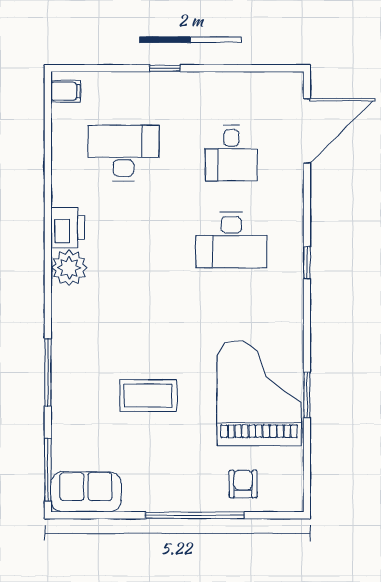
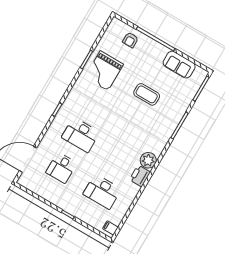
desk: (231, 153) -> (61, 168), turned 180
desk: (231, 240) -> (81, 135), turned 180
grand piano: (259, 393) -> (104, 71), width x0.73, depth x0.68
sofa: (86, 492) -> (179, 65), moved

